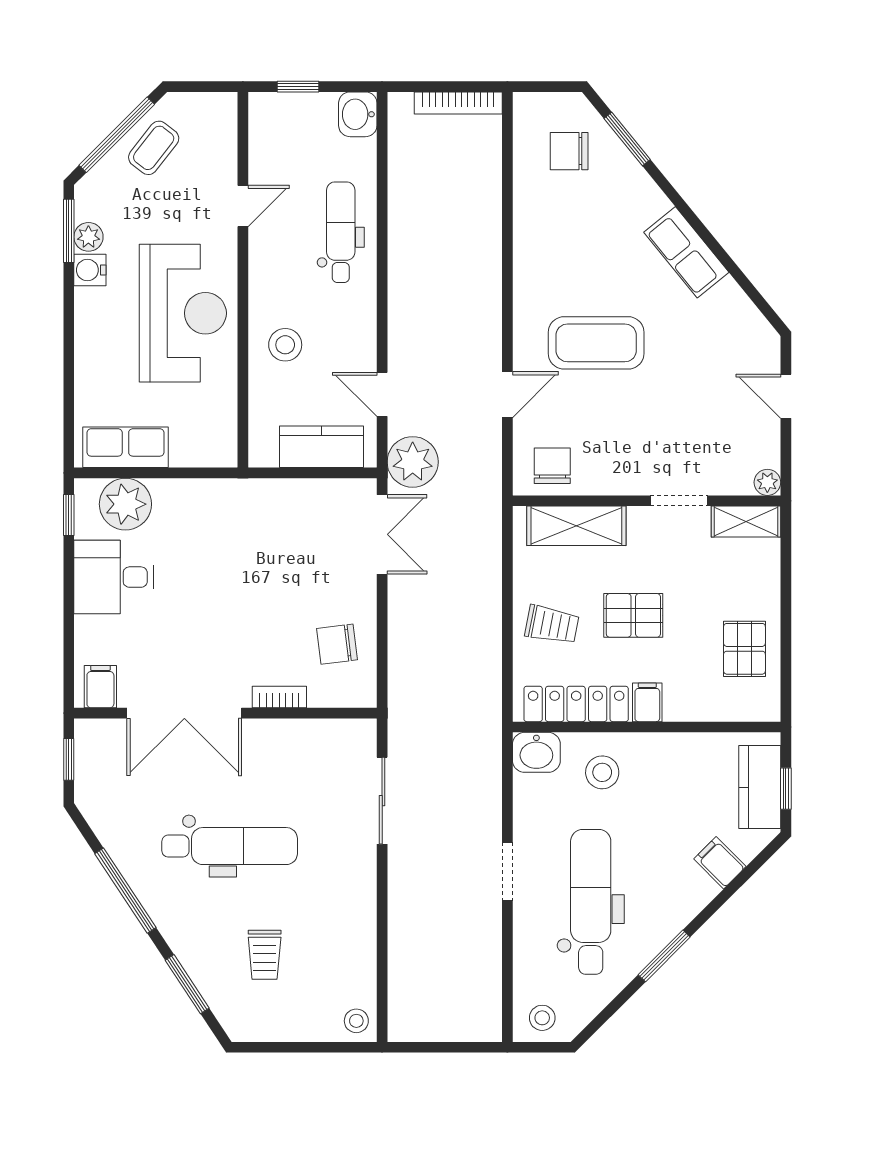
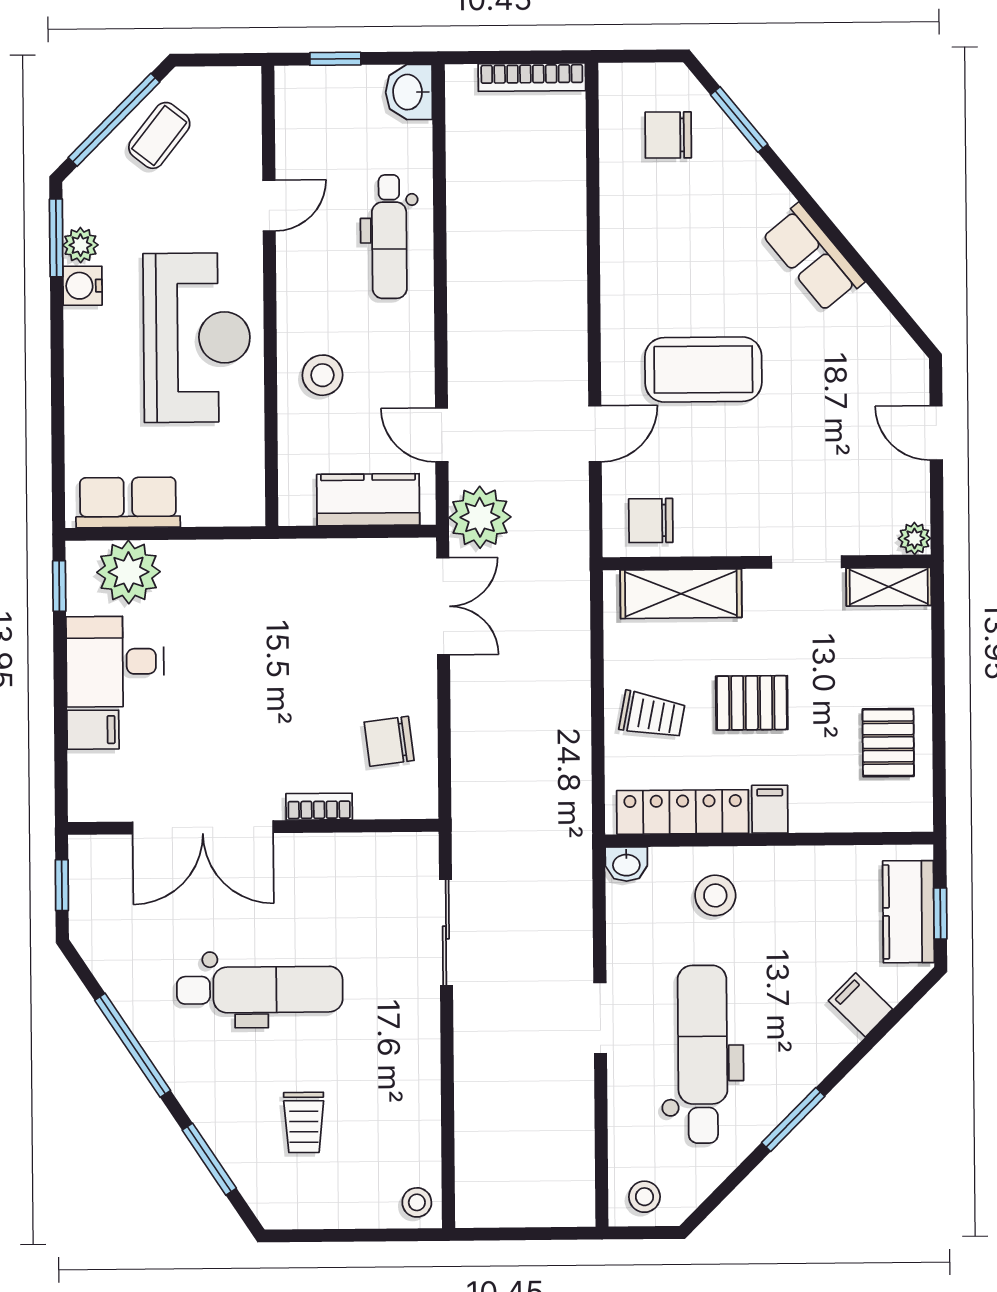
dental chair: (341, 232) -> (389, 237), turned 180
chair: (552, 466) -> (651, 521), turned -90
filing cabinet: (100, 687) -> (93, 730), moved, turned 90
washbasin: (536, 752) -> (626, 864), width x0.72, depth x0.69

